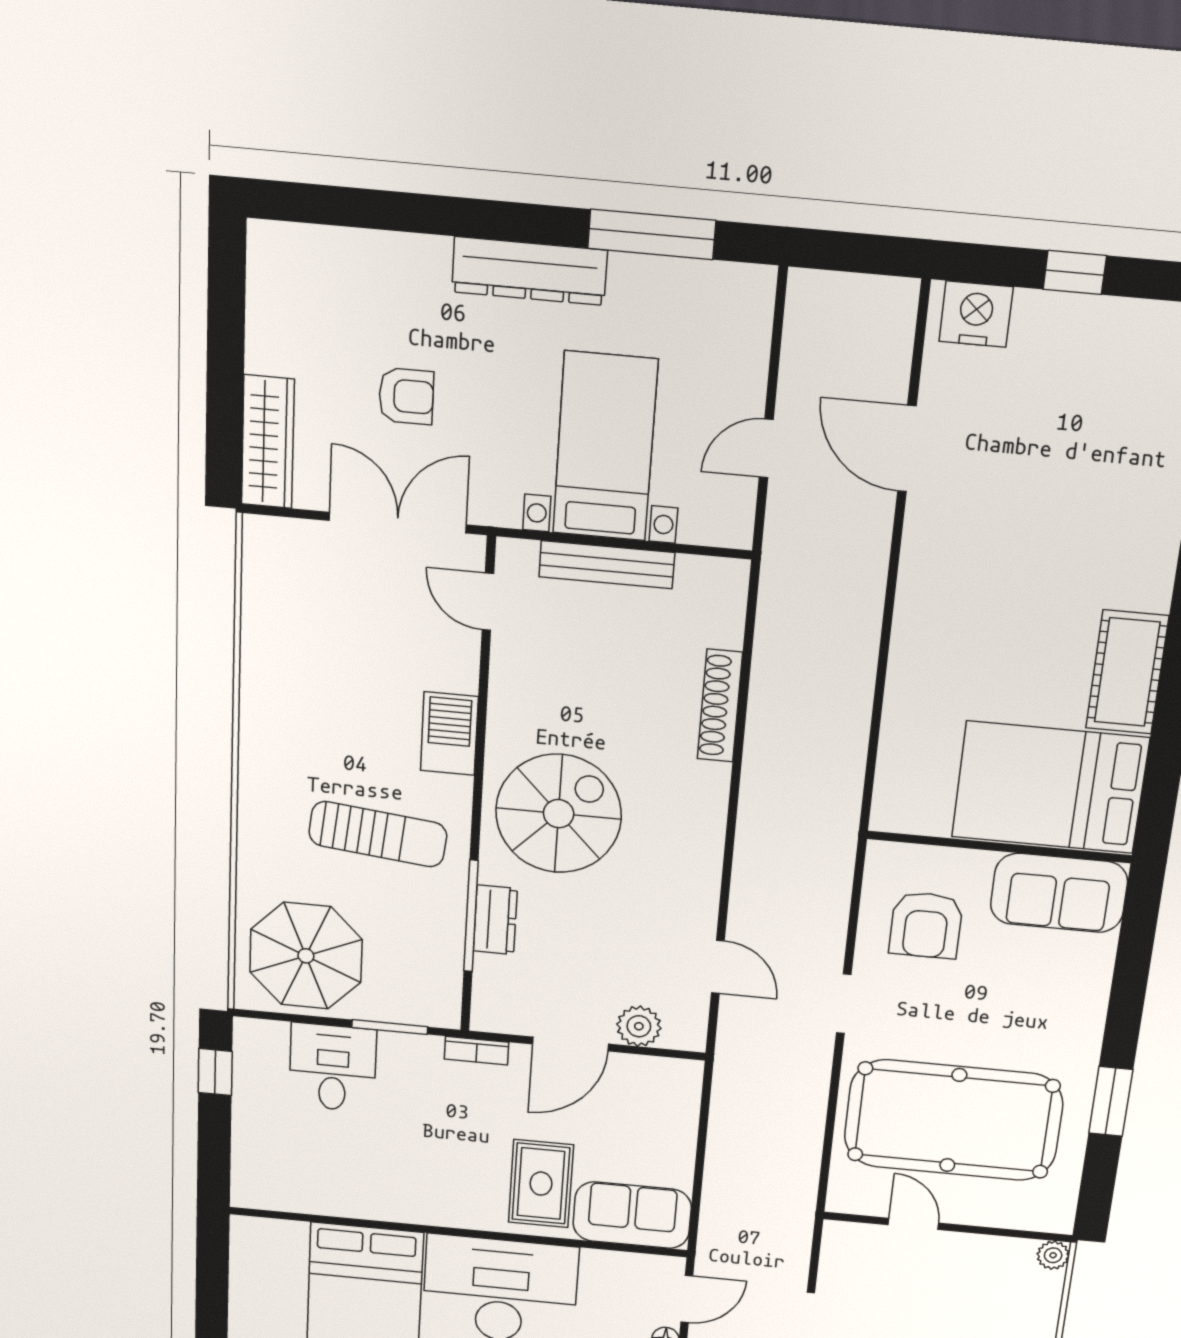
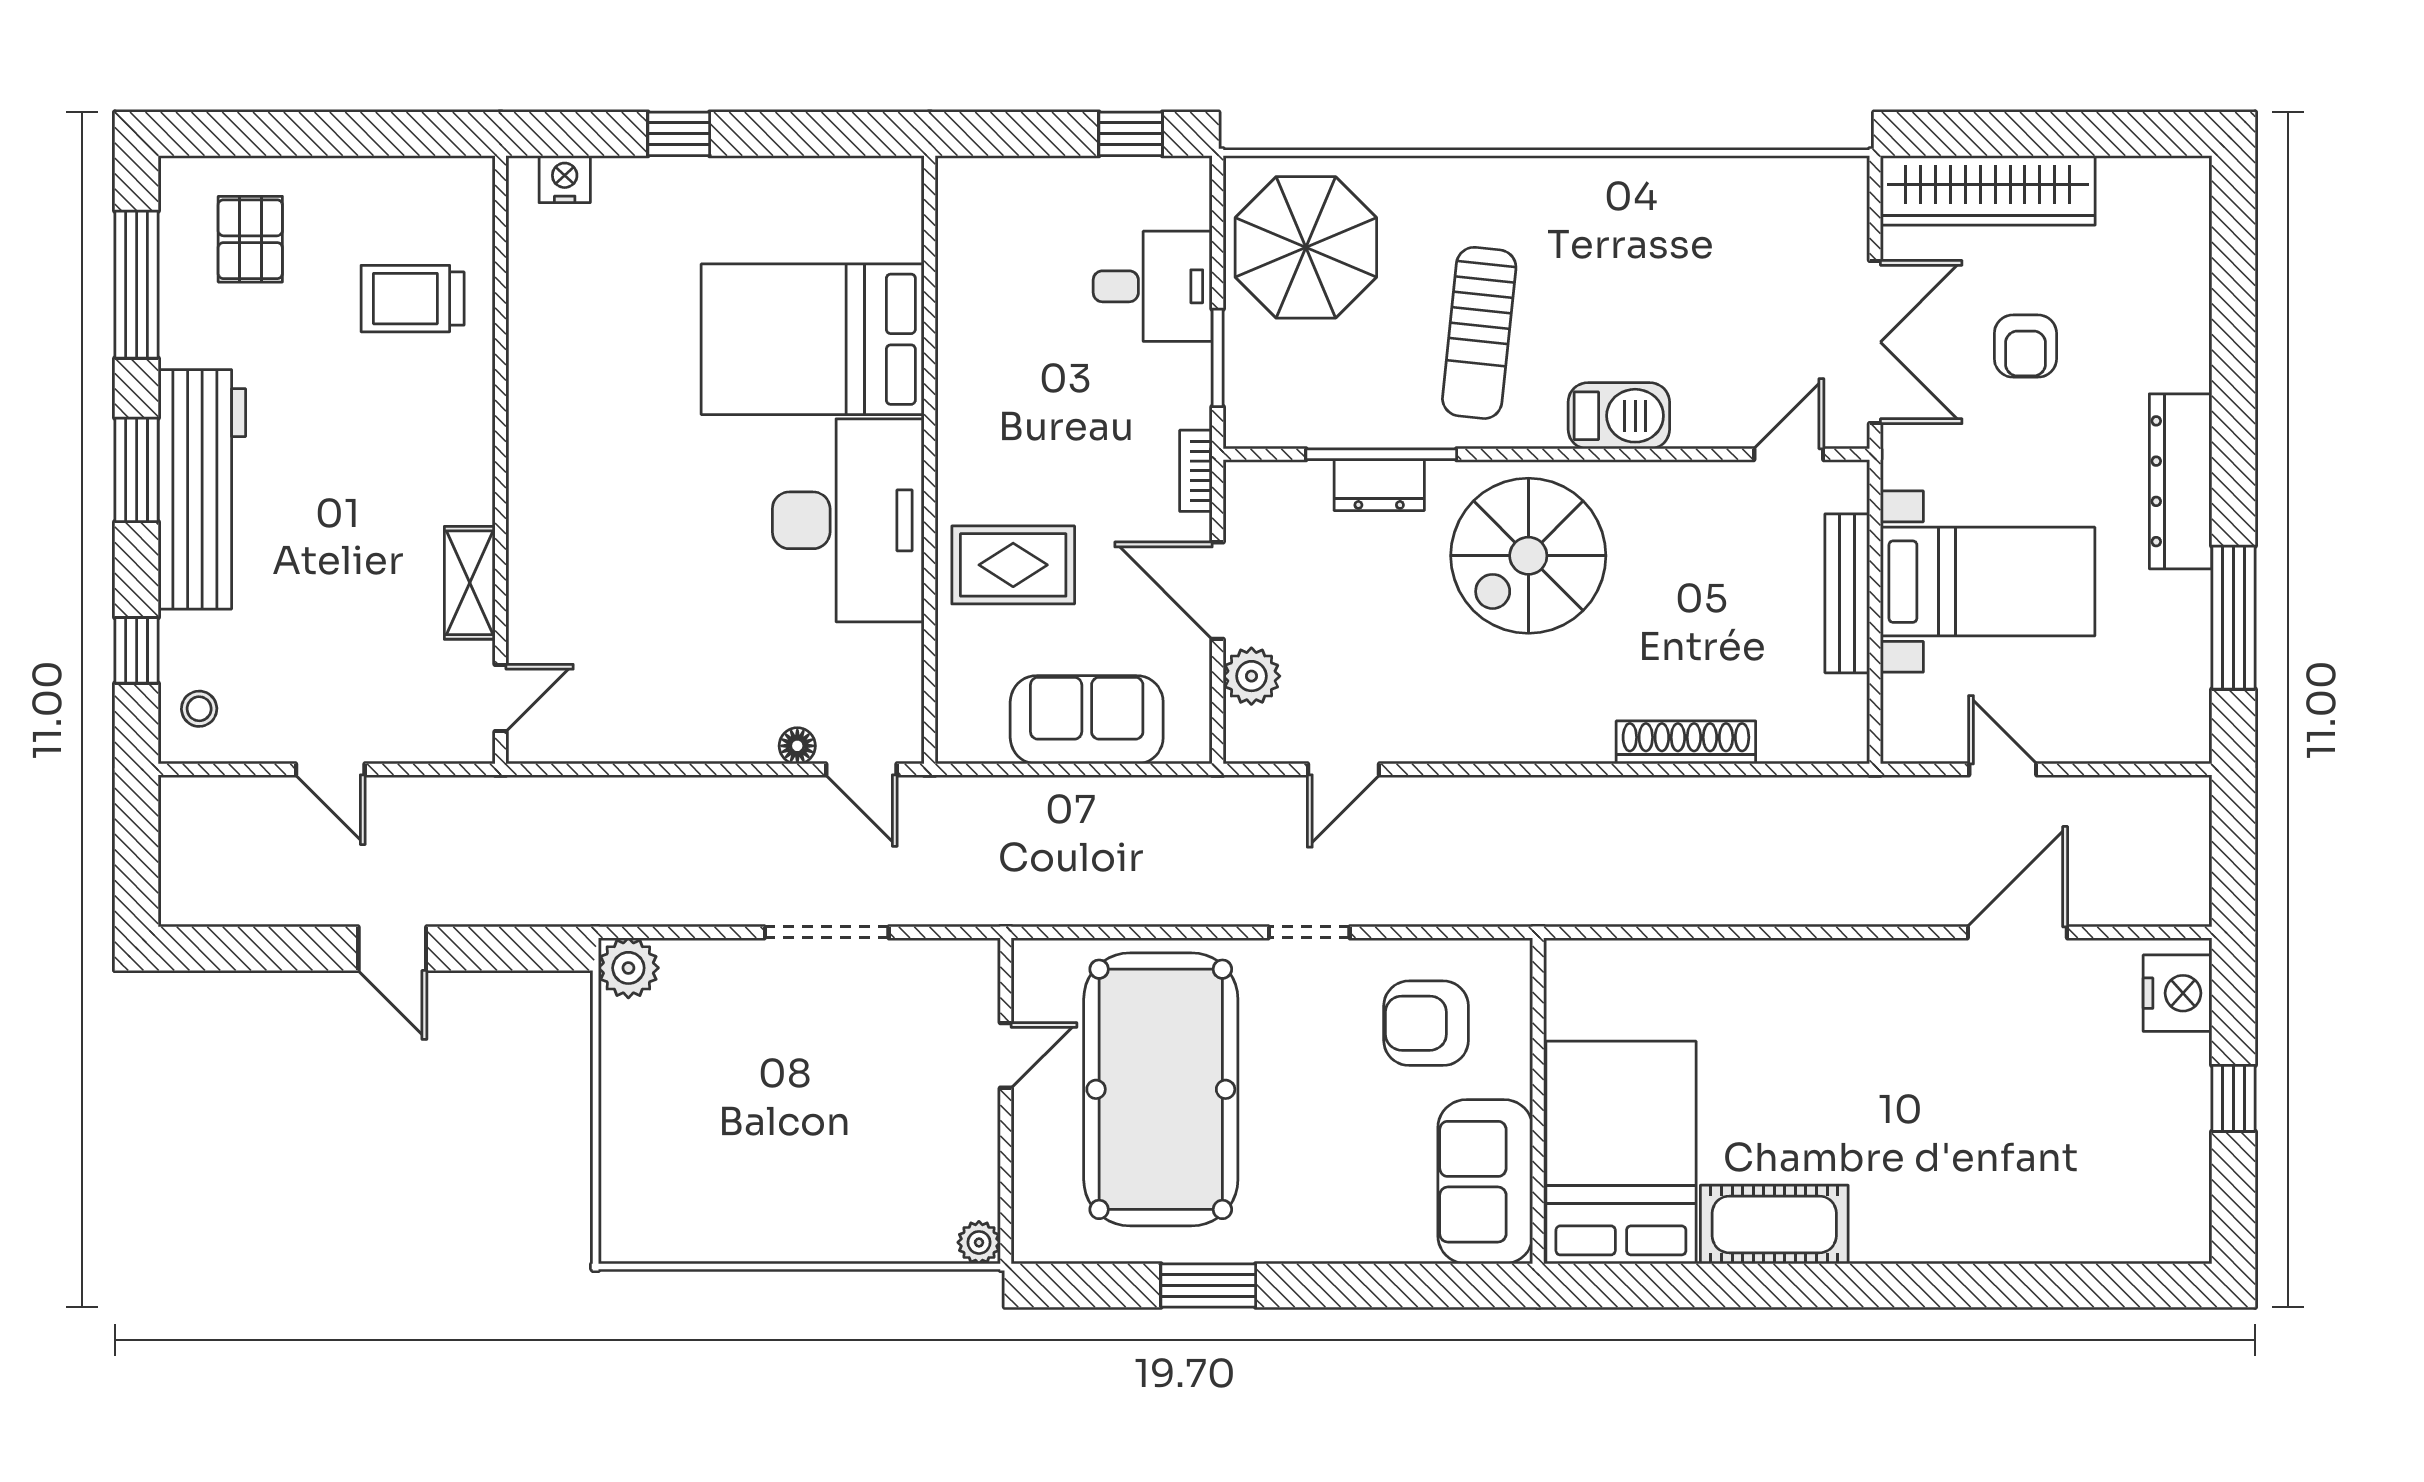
wardrobe: (268, 442) -> (1988, 190), width x1.40, depth x1.17
spiral stairs: (559, 814) -> (1528, 556), turned 90
sofa: (632, 1215) -> (1087, 720), moved, turned -90

